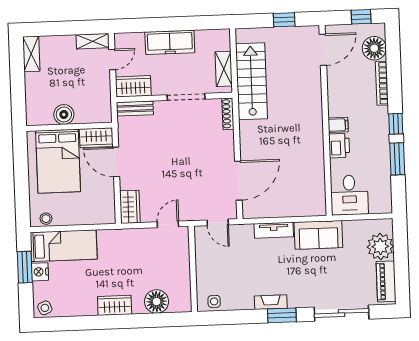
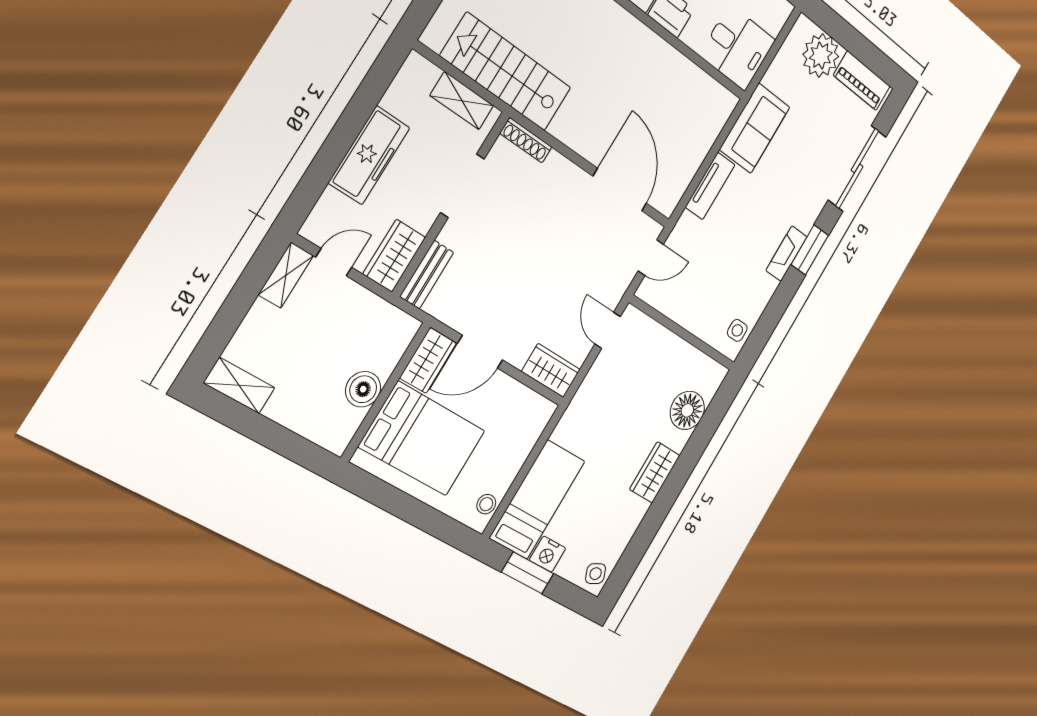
door: (112, 59) -> (334, 262), hinge flipped

